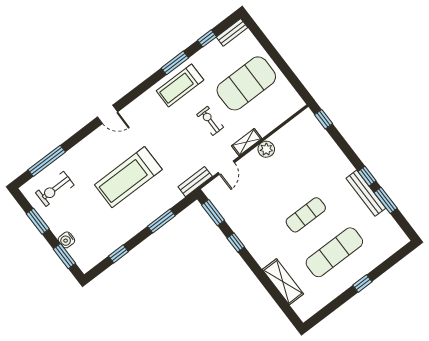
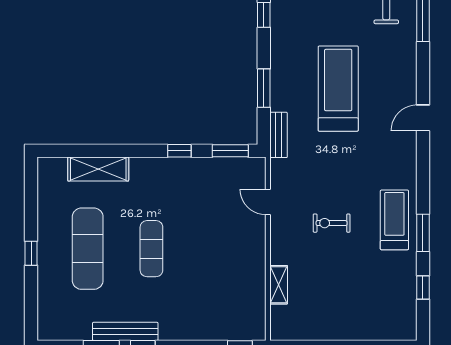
bench: (232, 32) -> (409, 320), removed
exercise mat: (246, 83) -> (342, 293), removed
exercise bike: (210, 121) -> (332, 223), turned 180
shelving: (247, 142) -> (279, 285), moved
plant: (266, 149) -> (255, 260), removed
bench: (195, 182) -> (279, 135), moved

